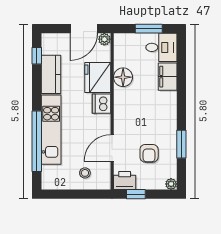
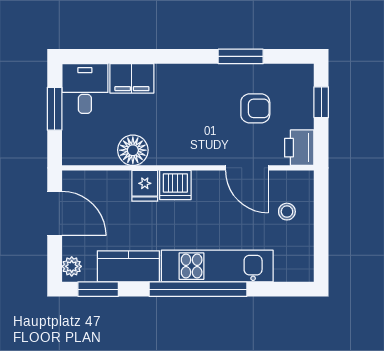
plant: (104, 39) -> (72, 266), moved
window: (37, 56) -> (98, 289), width x1.50
fridge: (98, 77) -> (145, 186), width x0.53, depth x0.75
window: (37, 141) -> (198, 289), moved
plant: (171, 184) -> (305, 73), removed
window: (136, 194) -> (321, 102), moved

